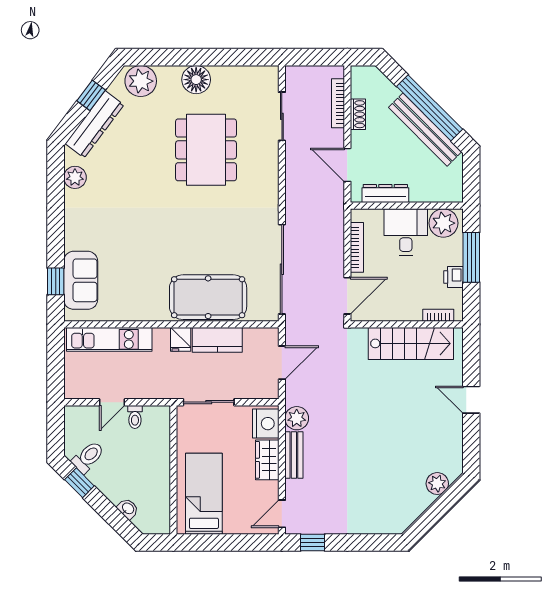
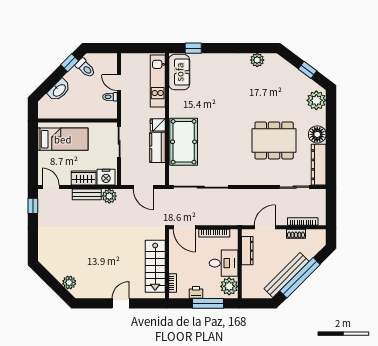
dresser: (95, 124) -> (319, 165), moved, turned 53
sofa: (81, 280) -> (179, 72), moved, turned -90
washbasin: (128, 509) -> (59, 90), width x1.91, depth x1.45

